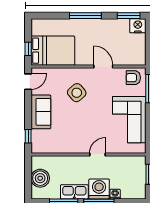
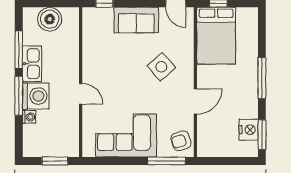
nightstand: (138, 26) -> (249, 130), moved
armchair: (133, 78) -> (181, 141), turned -108

